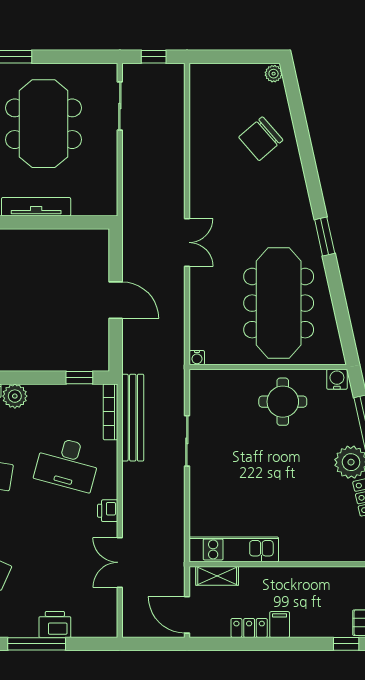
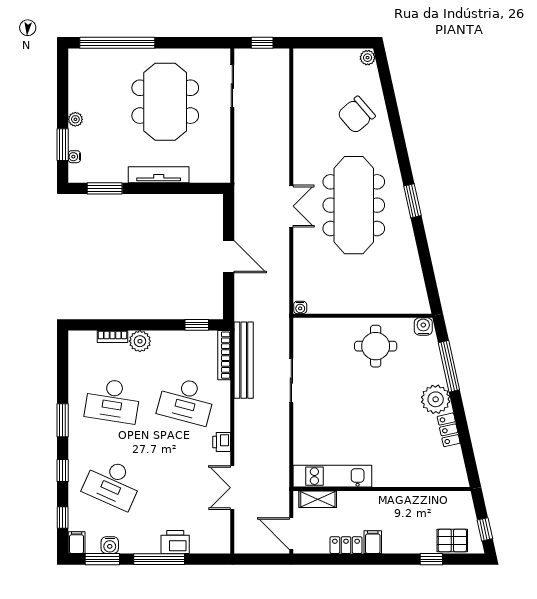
meeting table: (279, 303) -> (354, 205), moved

